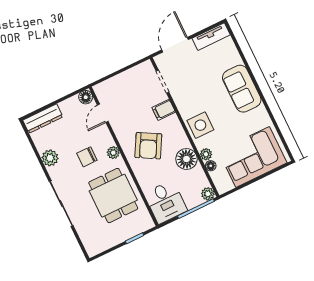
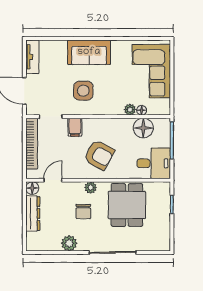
bookcase: (128, 76) -> (32, 144), added
door: (103, 113) -> (53, 180), swing flipped
dresser: (43, 119) -> (33, 214), moved
side table: (200, 125) -> (83, 91), moved
floor lamp: (187, 159) -> (143, 128), moved
plant: (208, 194) -> (164, 124), removed
dining table: (113, 196) -> (127, 205), turned 90

